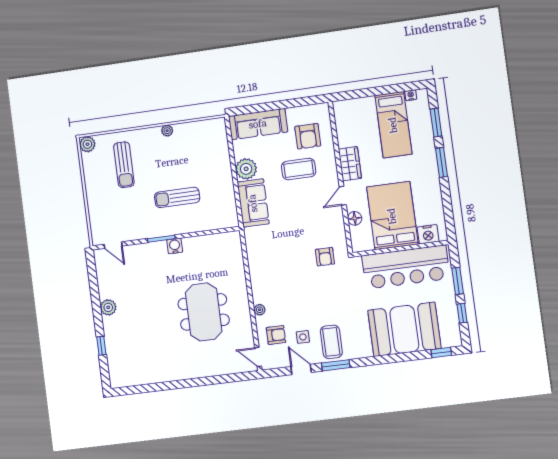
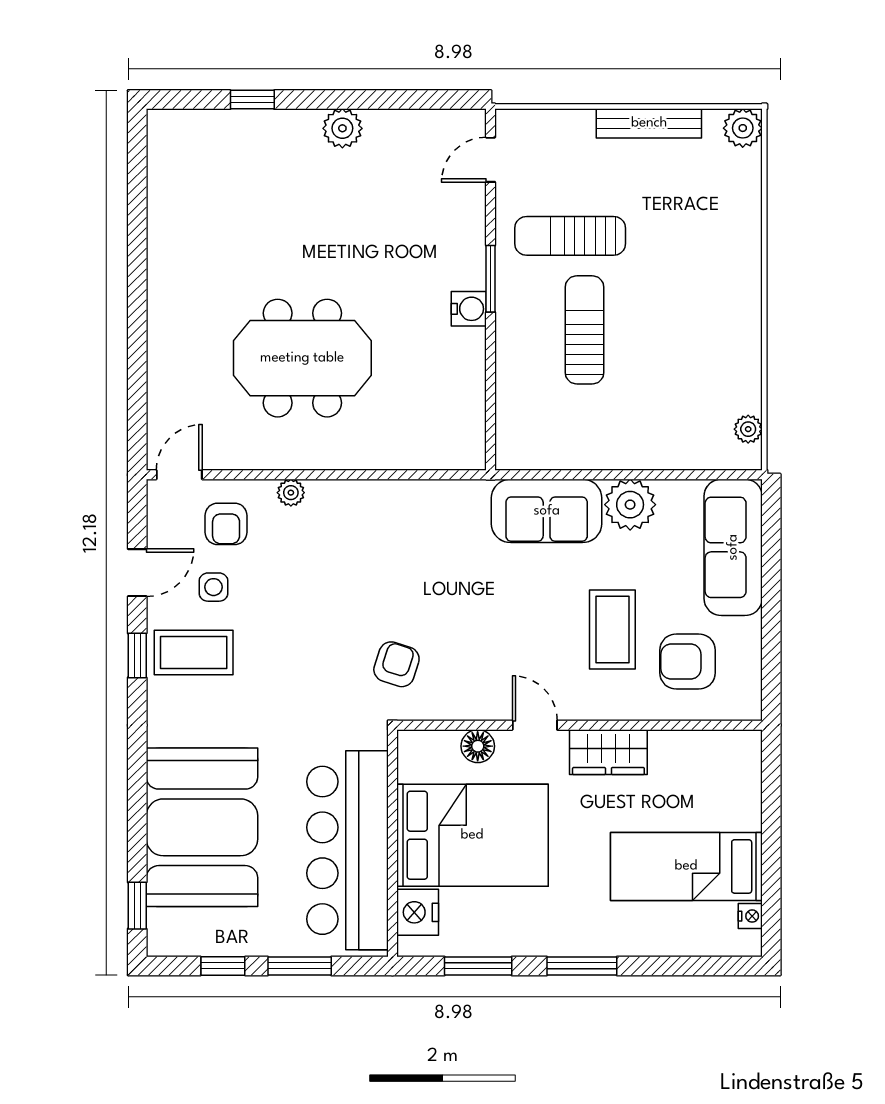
window: (436, 123) -> (478, 966), moved
plant: (167, 131) -> (748, 429), moved
sun lounger: (124, 165) -> (570, 236), moved
bench: (90, 183) -> (649, 123), added
armchair: (325, 257) -> (396, 664), turned 108
window: (336, 365) -> (137, 655), width x0.67

